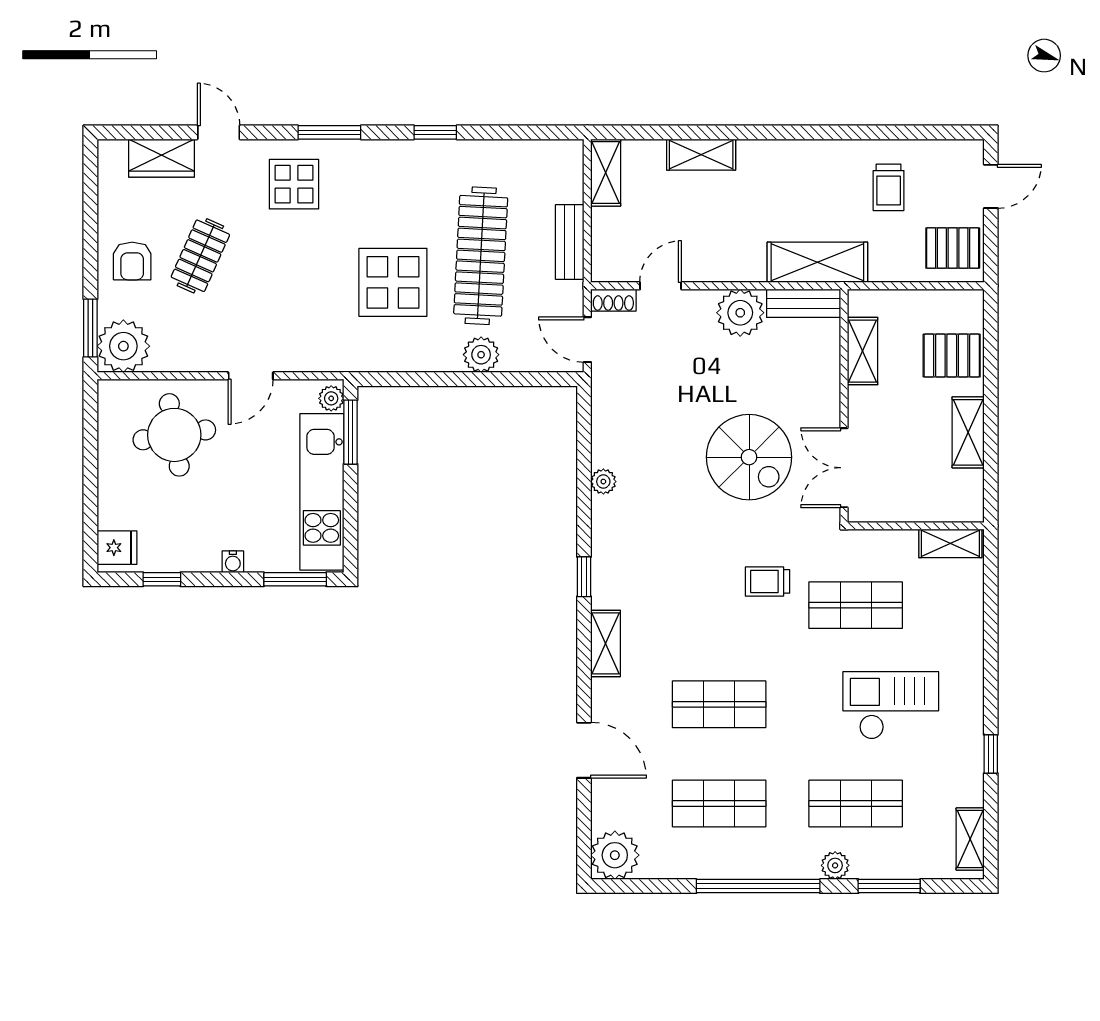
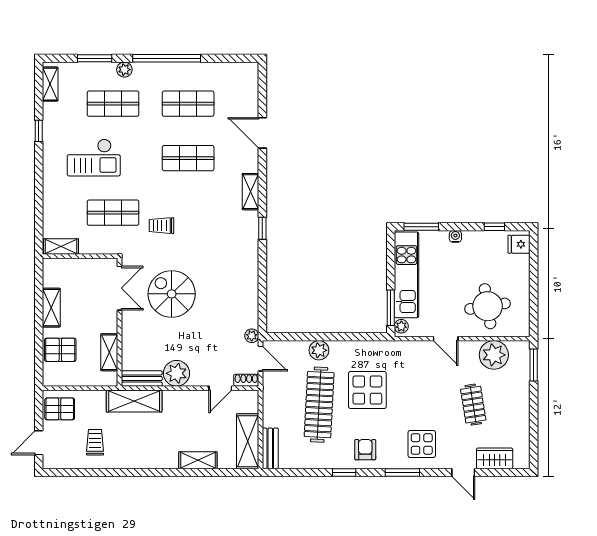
shelving: (606, 173) -> (248, 441), width x1.50, depth x1.33
bench: (570, 242) -> (270, 448), moved
clothes rail: (200, 256) -> (473, 405), turned -33
armchair: (132, 261) -> (365, 450), moved
plant: (123, 346) -> (494, 355), moved
door: (251, 376) -> (446, 339), swing flipped
plant: (603, 482) -> (252, 336), moved
trolley: (768, 581) -> (161, 226), turned 180
plant: (615, 855) -> (245, 75), removed

